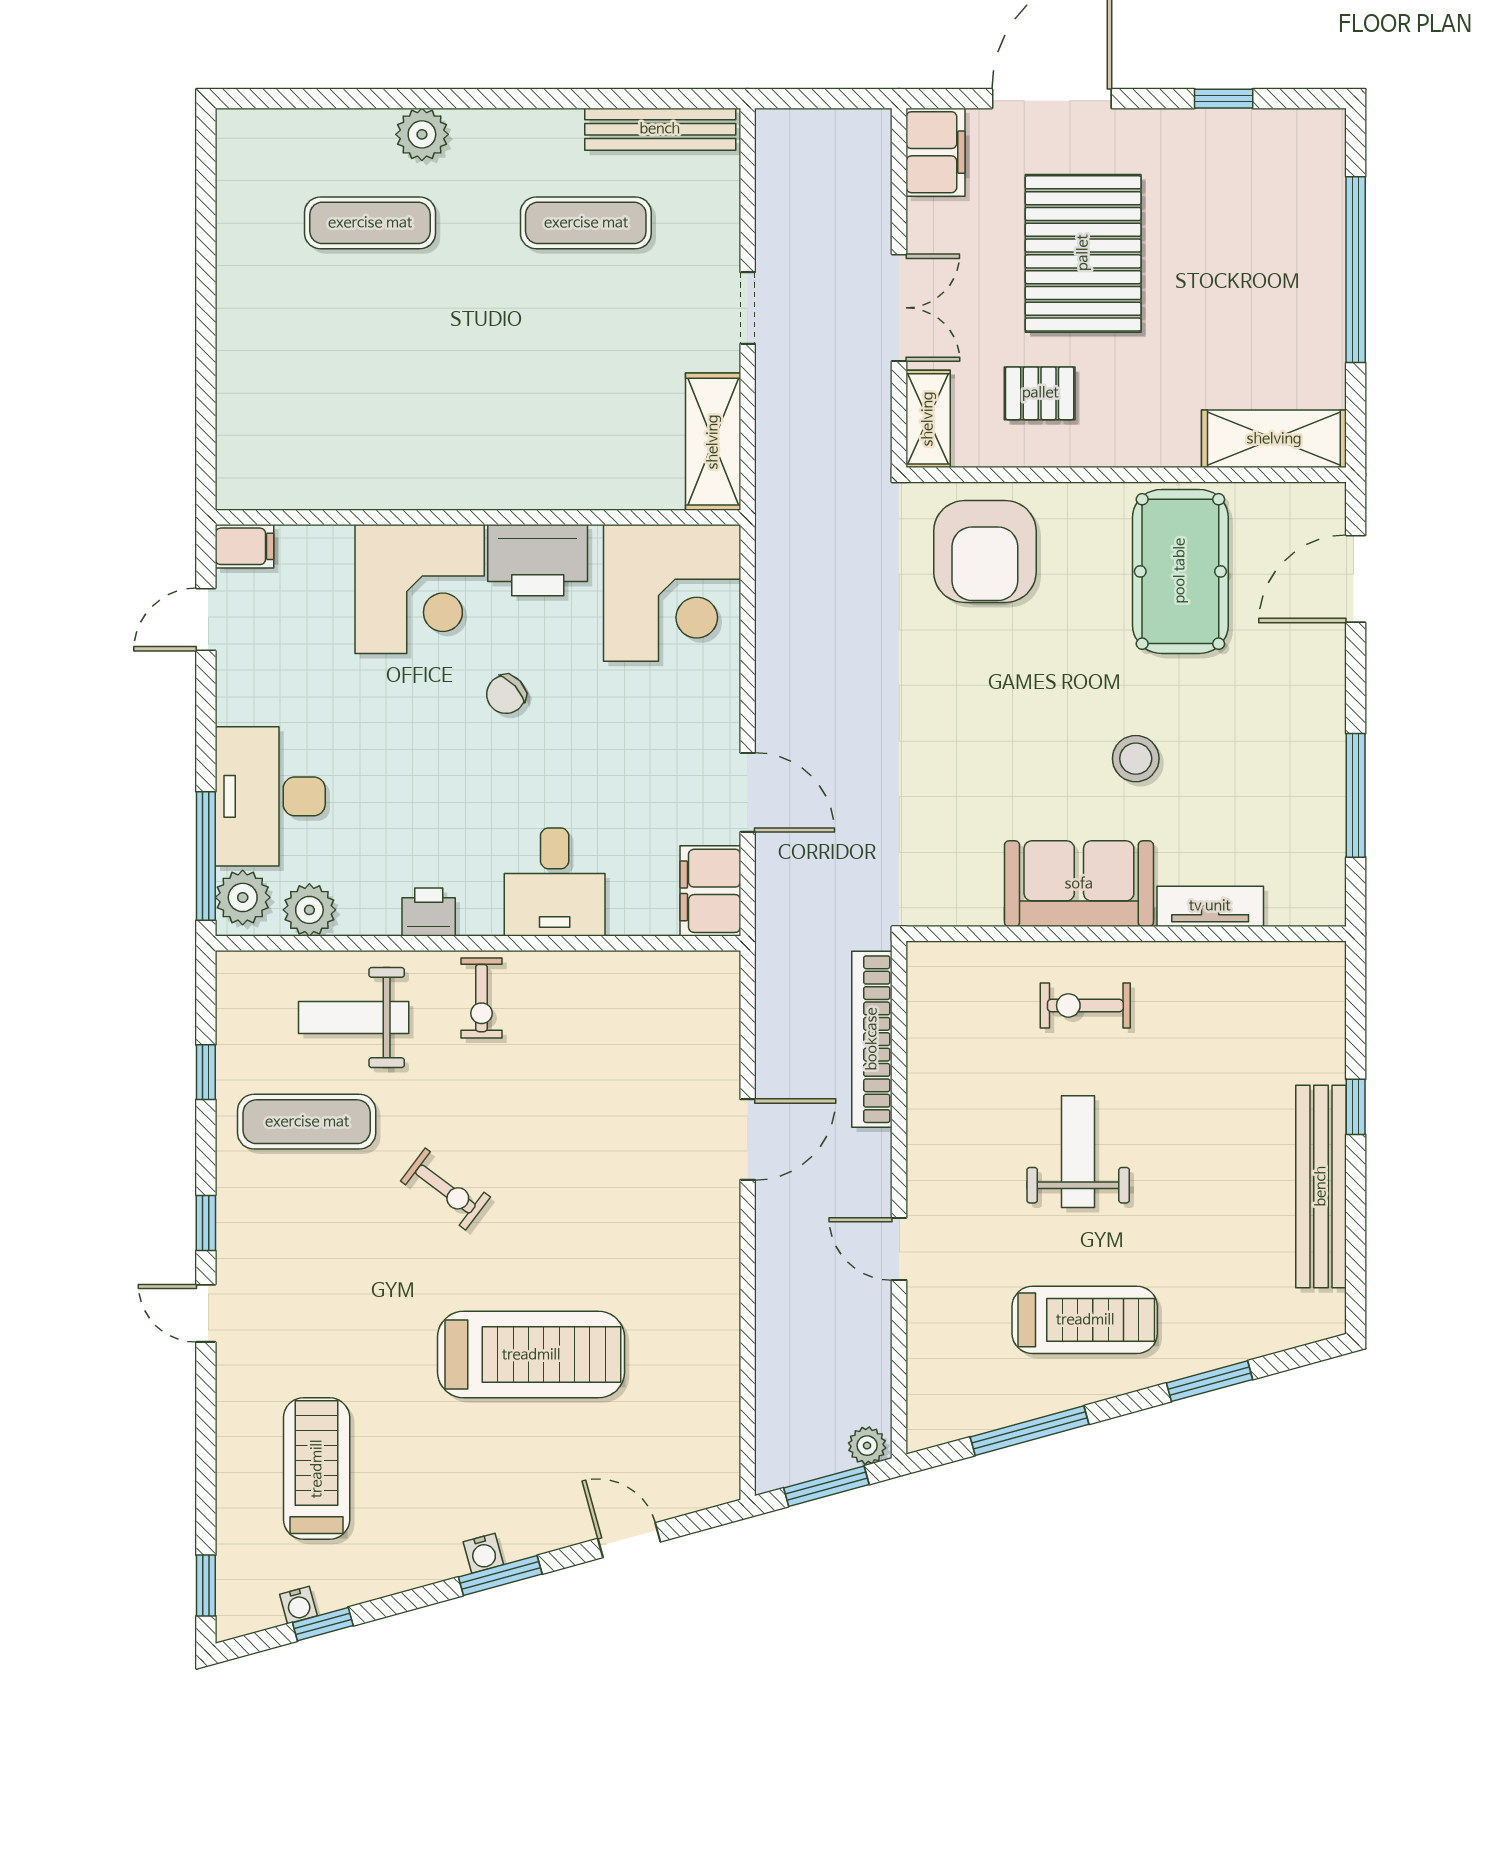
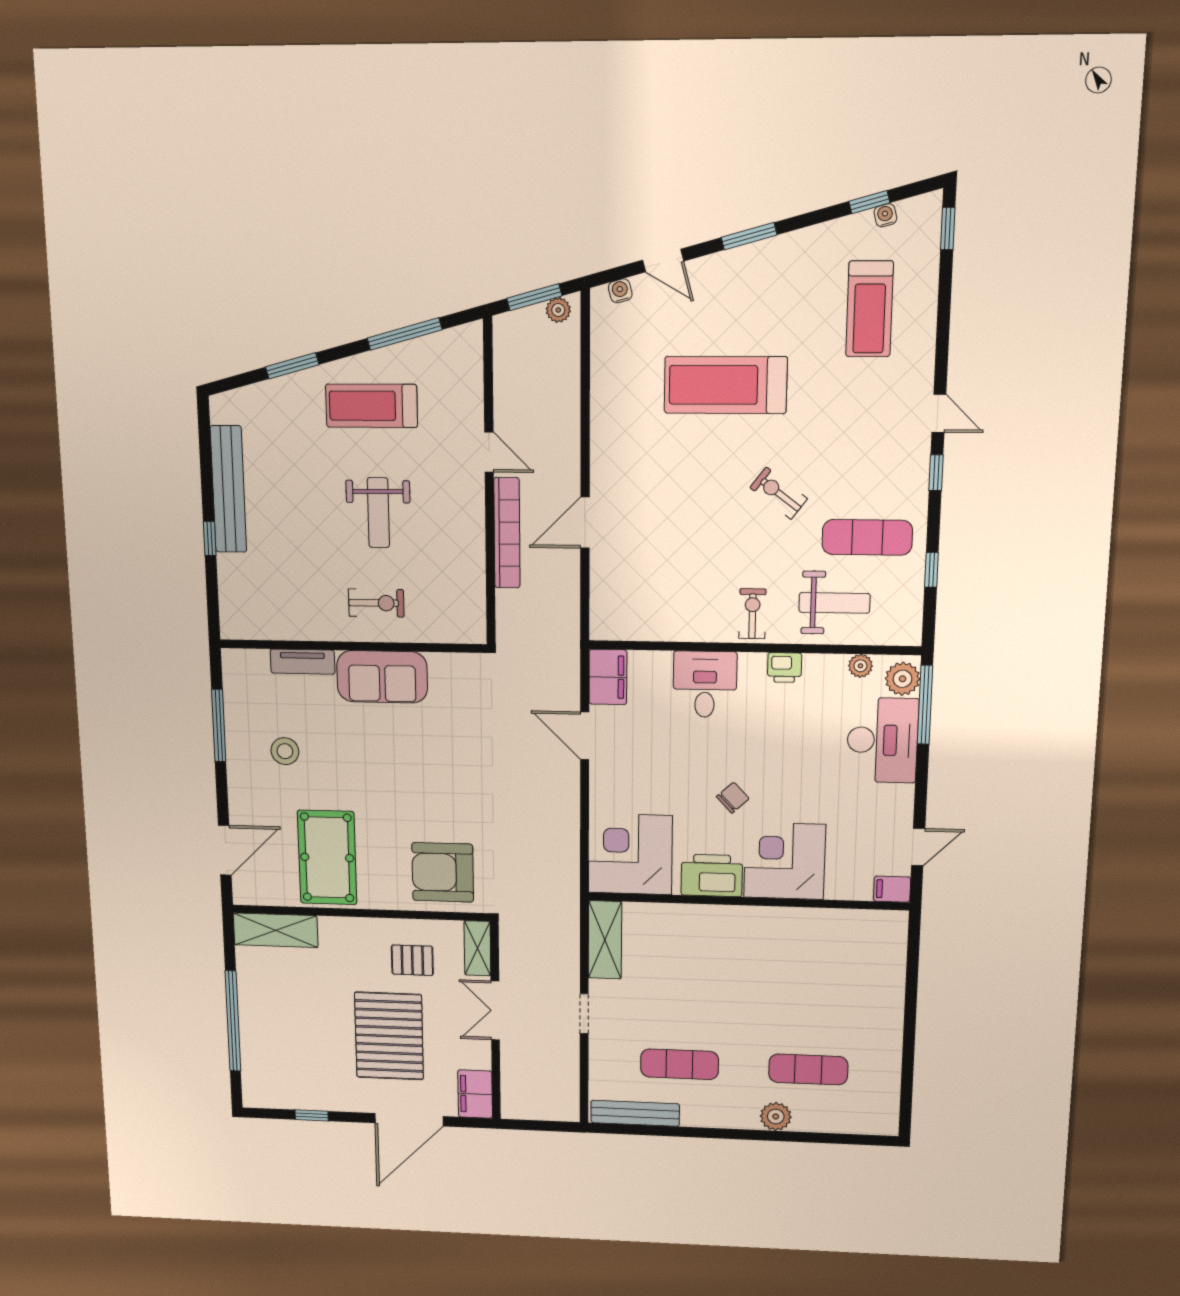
armchair: (985, 551) -> (443, 872), turned -90
stool: (1136, 759) -> (285, 751), moved
plant: (309, 910) -> (860, 666), width x0.73, depth x0.73
bookcase: (872, 1039) -> (507, 533), moved
plant: (867, 1446) -> (558, 310), moved
water cooler: (483, 1553) -> (620, 291), moved

